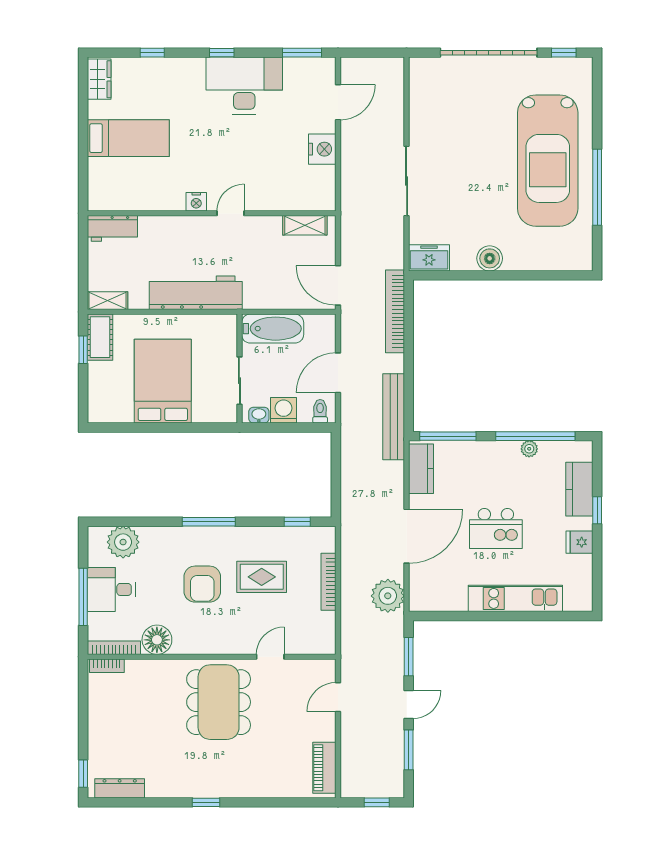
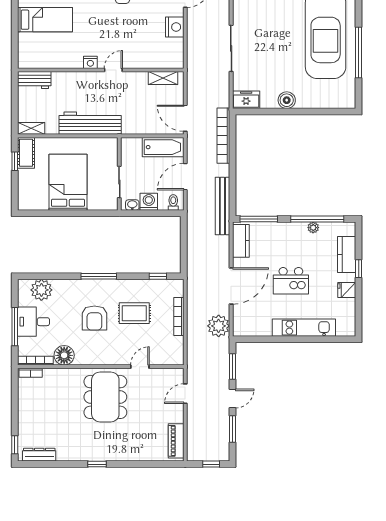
bathtub: (273, 329) -> (163, 147), moved

